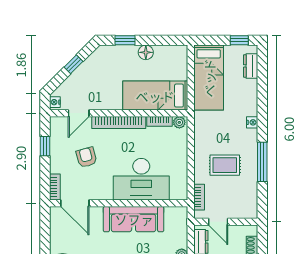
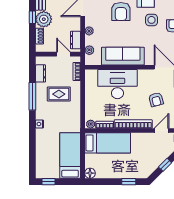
floor lamp: (146, 52) -> (90, 173), moved
dresser: (251, 66) -> (41, 73), moved
plant: (181, 227) -> (89, 50), added

